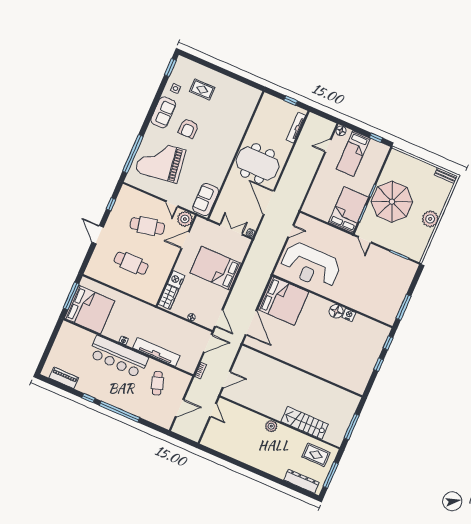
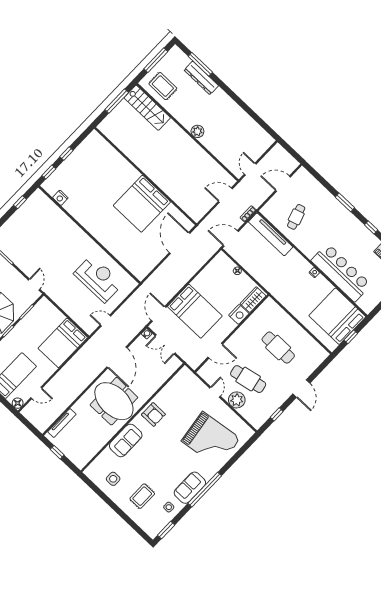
rug: (202, 90) -> (142, 496), turned 90
side table: (233, 95) -> (113, 479), added
armchair: (188, 128) -> (153, 414), moved, turned 90
window: (133, 154) -> (205, 490), moved
sofa: (206, 199) -> (126, 440), moved
bed: (348, 210) -> (63, 343), moved
plant: (185, 219) -> (237, 400), moved
reception desk: (311, 266) -> (98, 279), width x0.74, depth x0.77
window: (71, 296) -> (351, 337), width x0.46
bed: (283, 301) -> (142, 204), moved, turned -90
window: (404, 307) -> (20, 202), width x0.46
floor lamp: (336, 311) -> (89, 223), removed
nightstand: (349, 315) -> (60, 198), moved
door: (219, 318) -> (158, 314), moved
tv unit: (156, 352) -> (271, 234), moved
bar counter: (118, 357) -> (341, 273), moved
window: (119, 412) -> (345, 202), width x0.47
stairs: (305, 423) -> (147, 108), moved
dresser: (301, 481) -> (201, 78), moved
window: (290, 486) -> (200, 64), added

